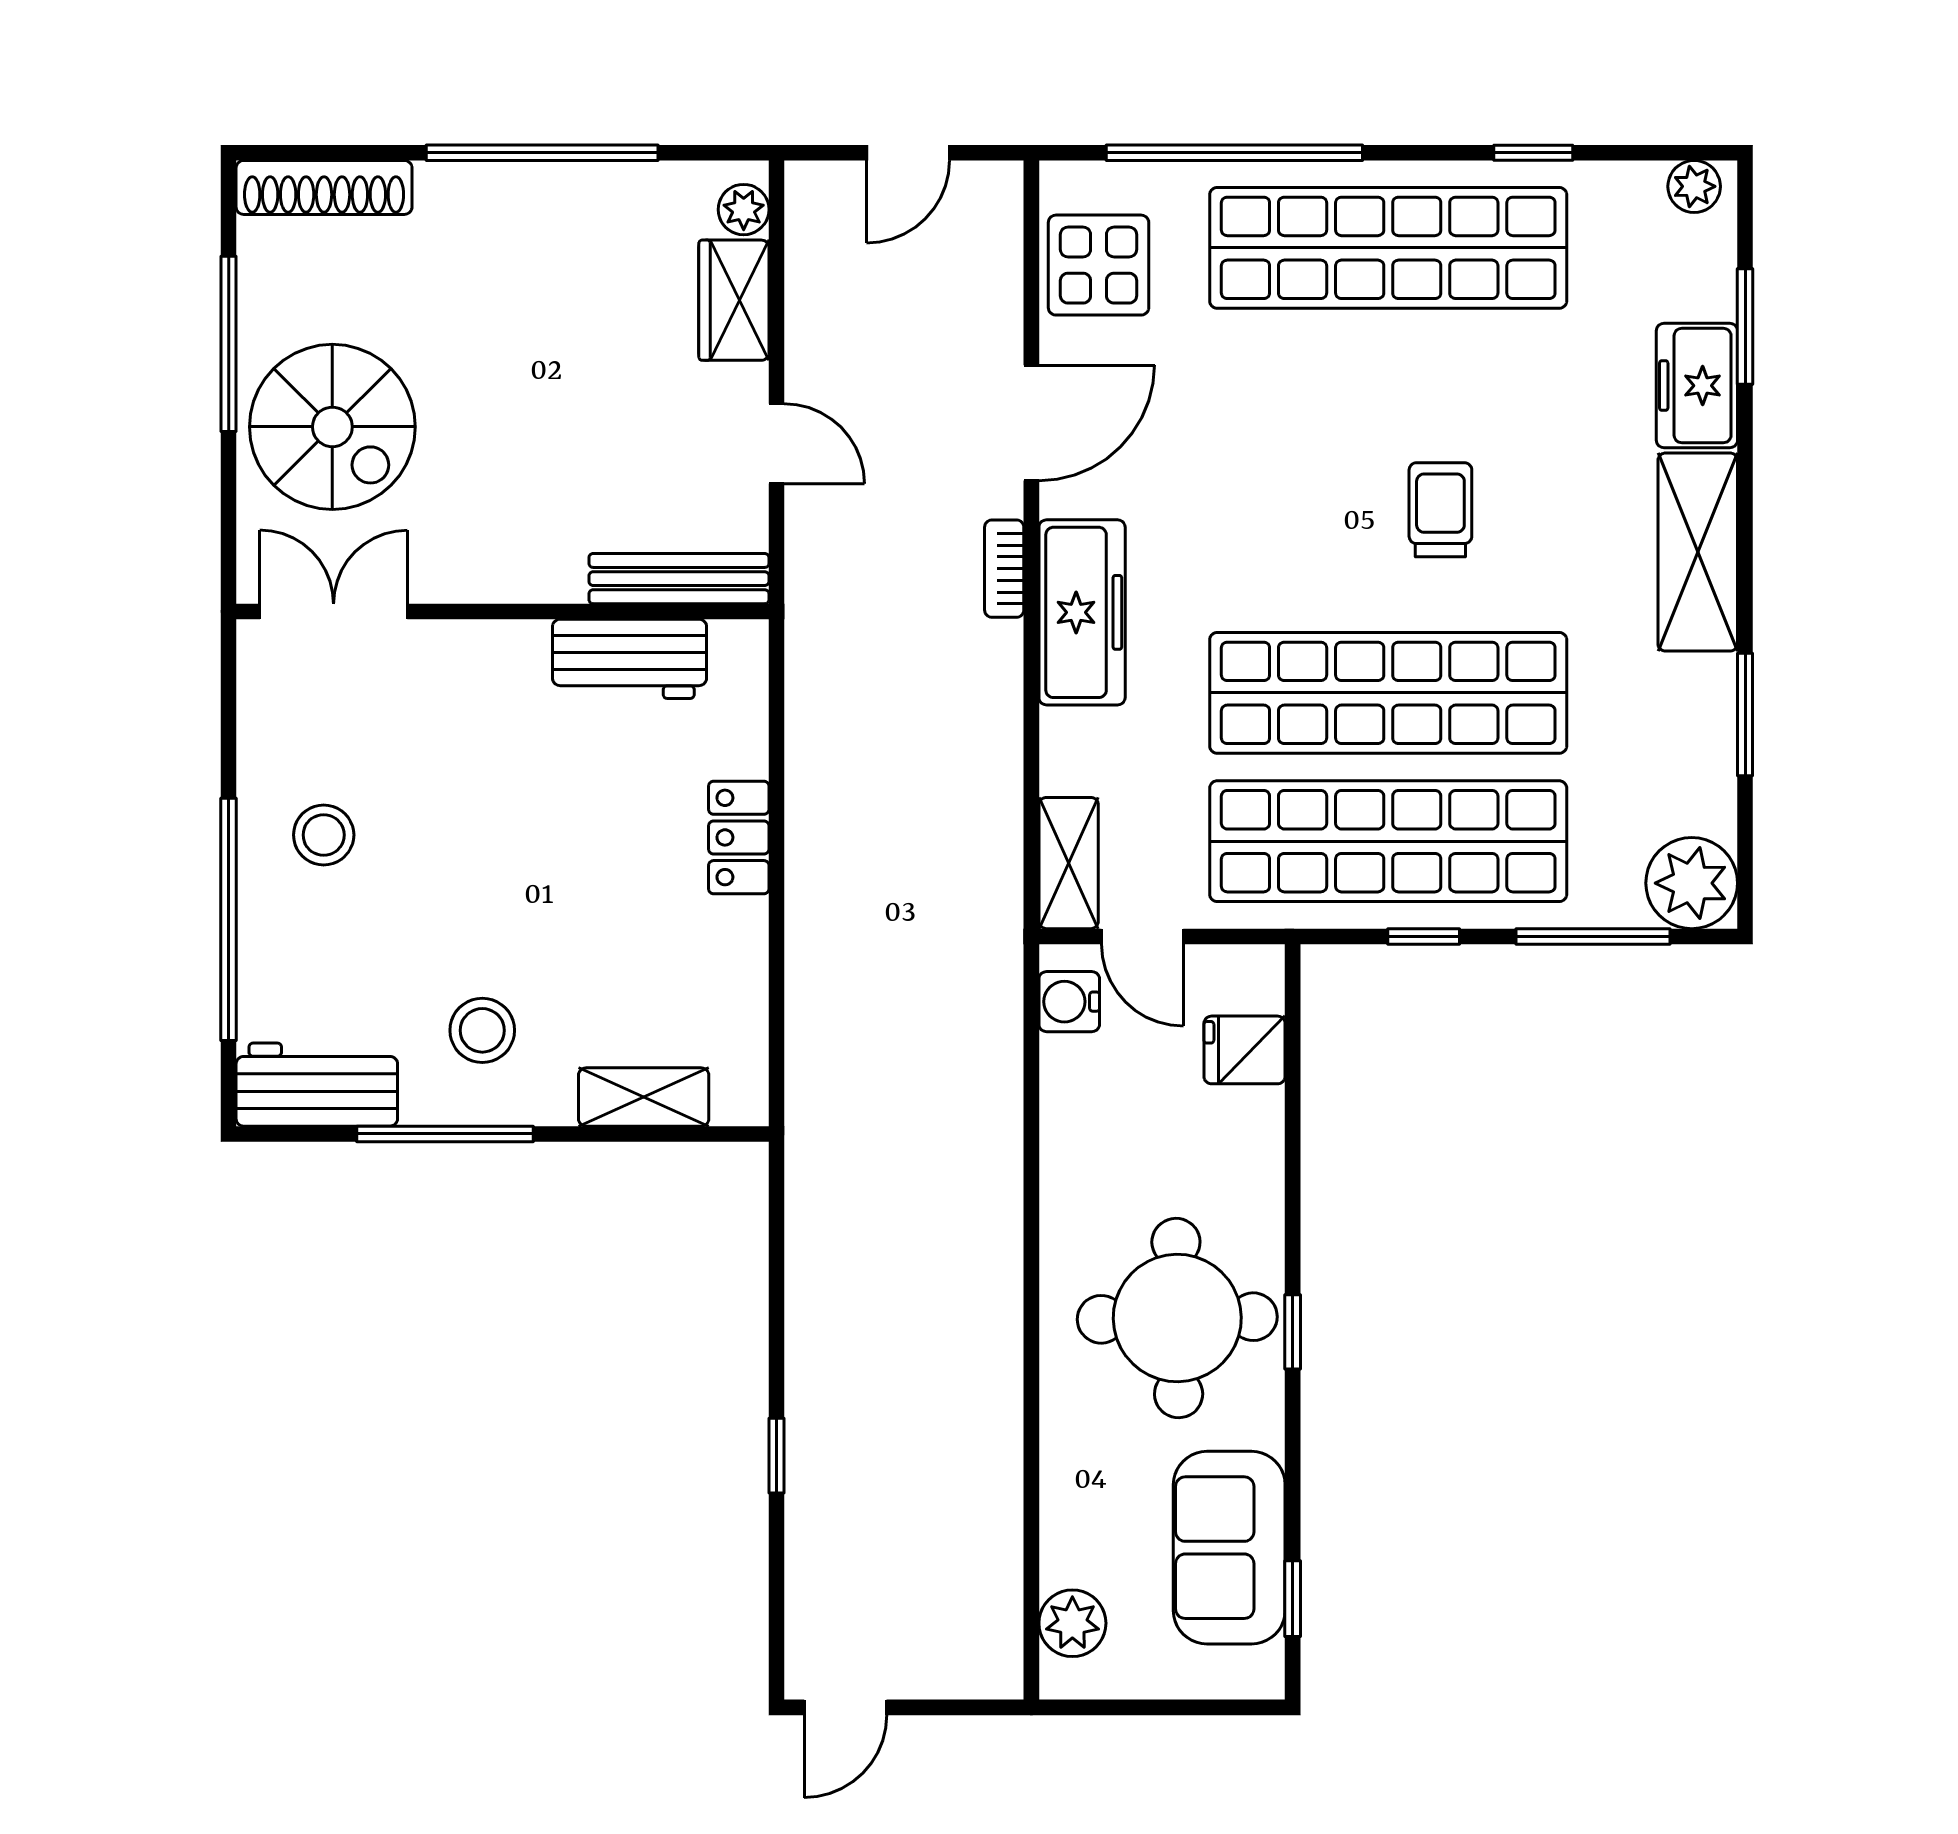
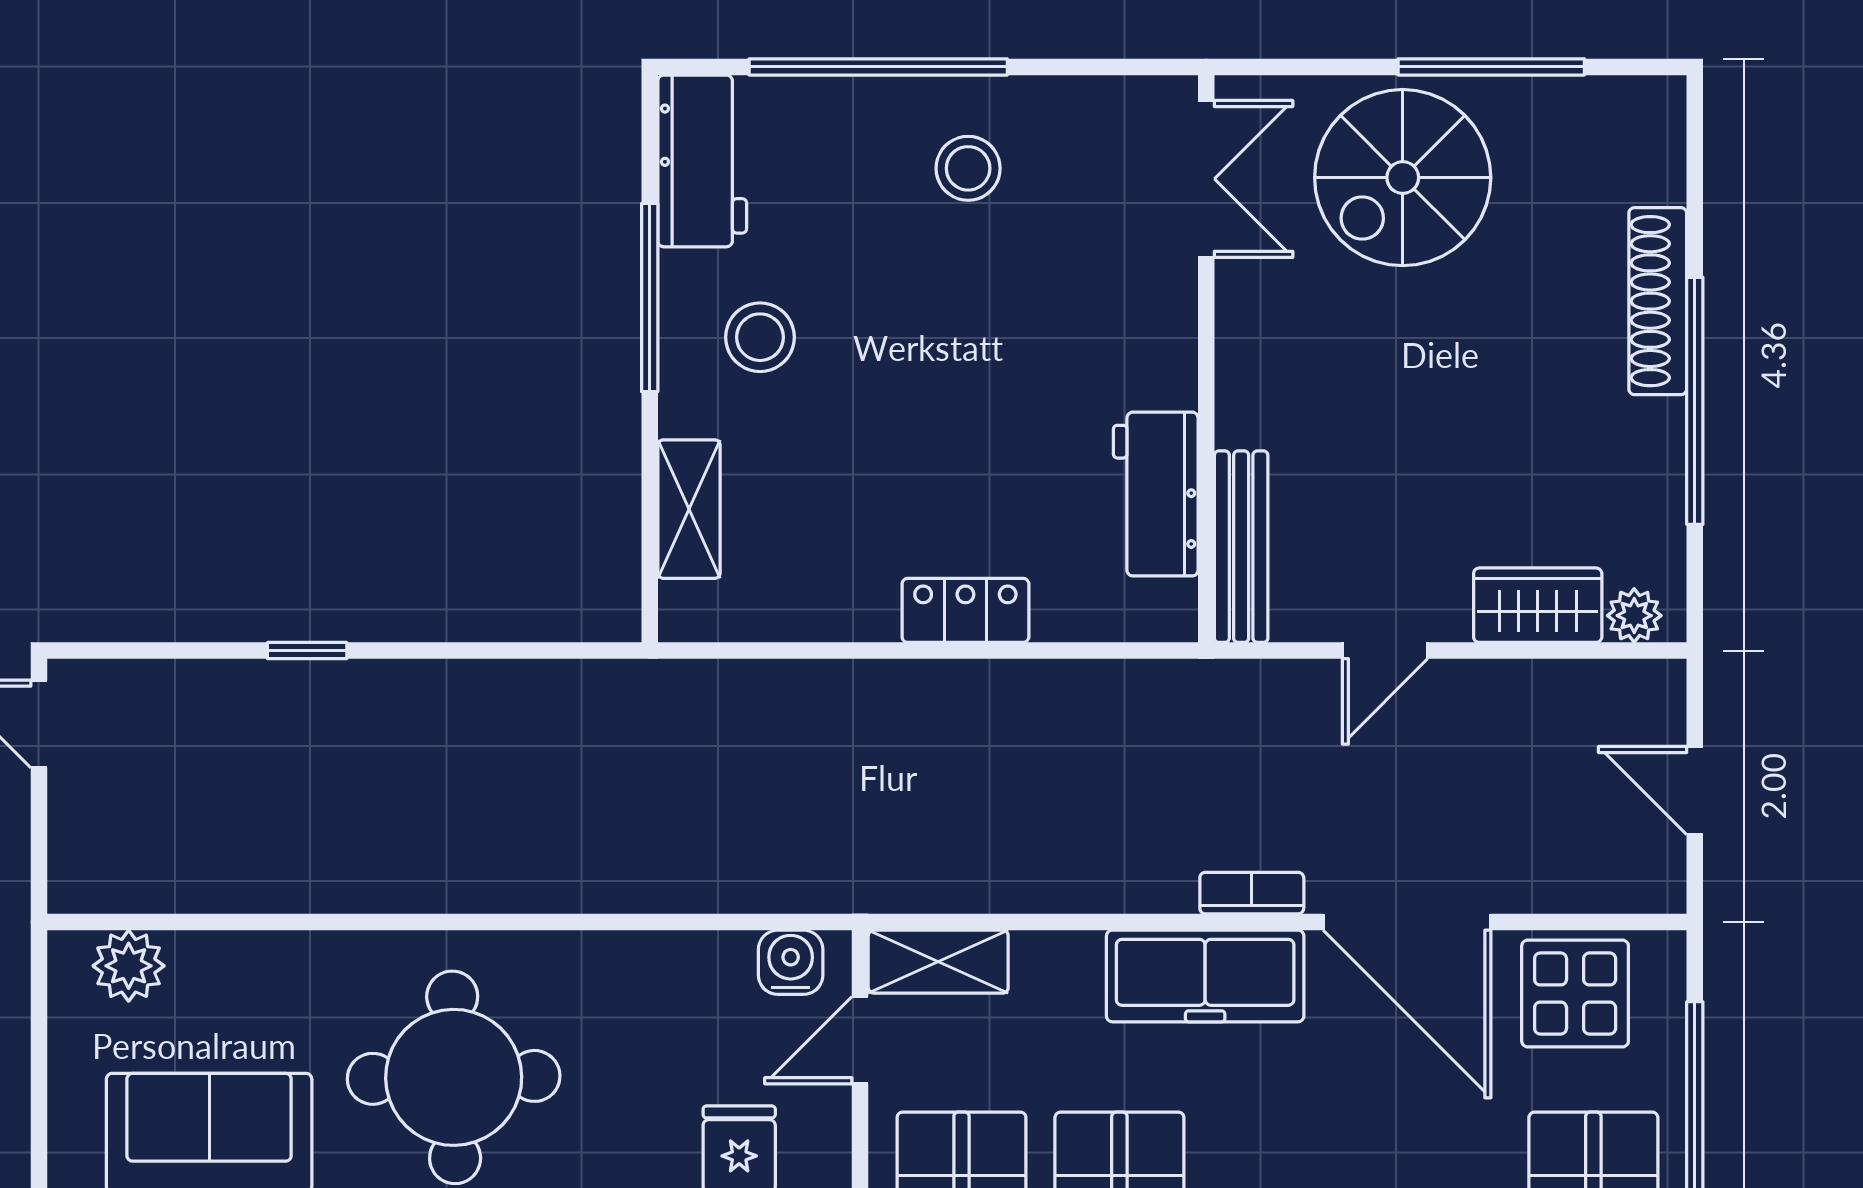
shoe rack: (324, 187) -> (1658, 301), moved
door: (1031, 423) -> (1407, 922), width x1.36

